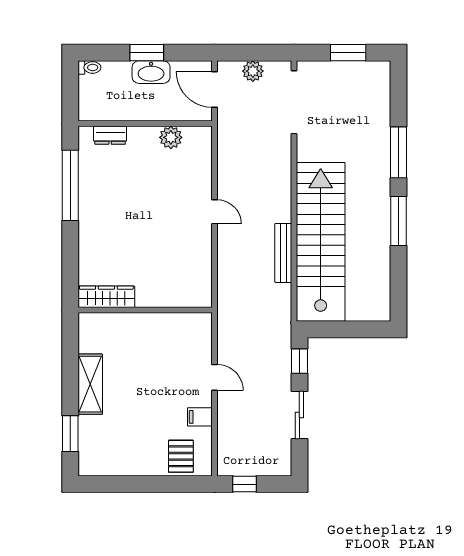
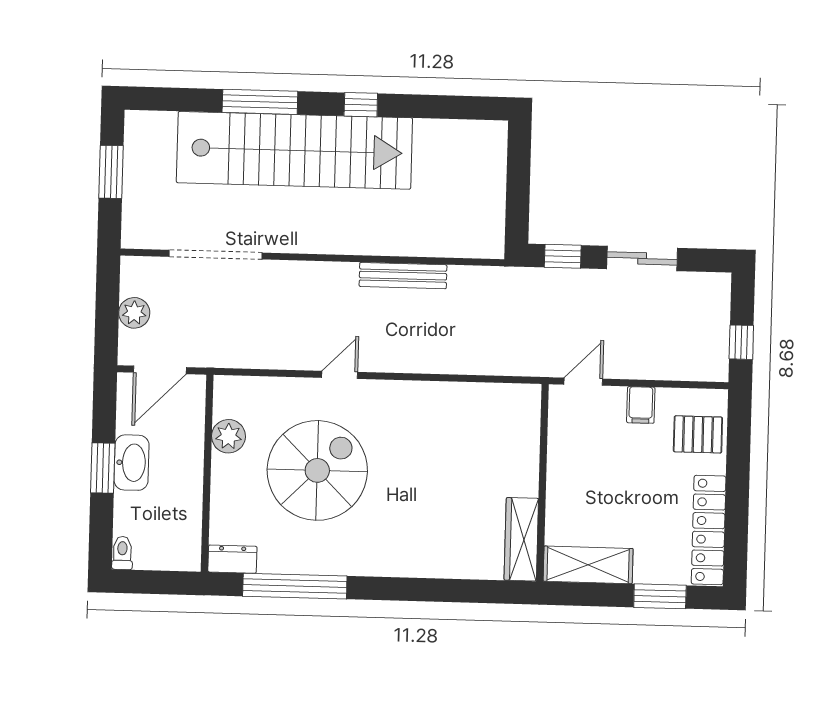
doorway: (294, 102) -> (216, 255), moved
dresser: (110, 135) -> (232, 559), moved, turned -90
spiral stairs: (149, 198) -> (317, 470), added
window: (399, 221) -> (361, 105), width x0.46
stairs: (321, 242) -> (294, 150), moved, turned 180
wardrobe: (106, 297) -> (521, 539), moved
wall: (145, 310) -> (542, 483), moved
locker: (116, 465) -> (709, 530), added

